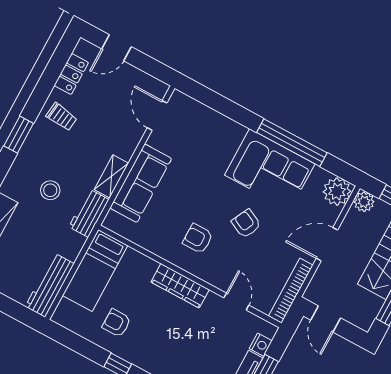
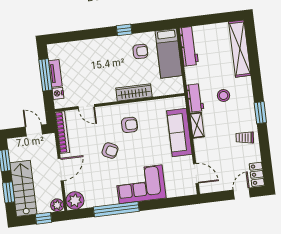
locker: (71, 74) -> (257, 174), moved
corner sofa: (270, 169) -> (141, 184), moved
bed: (95, 271) -> (169, 53), moved, turned 180
wardrobe: (180, 286) -> (134, 92), moved

